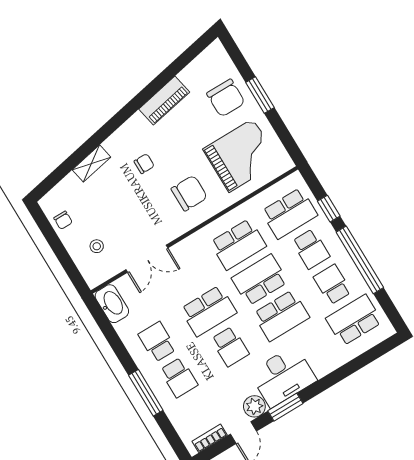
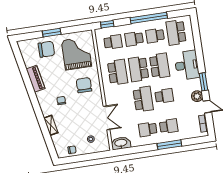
window: (329, 209) -> (107, 24), moved
school desk: (289, 213) -> (113, 42), width x0.54
school desk: (311, 249) -> (134, 39), turned 180
desk: (283, 376) -> (187, 65), moved

